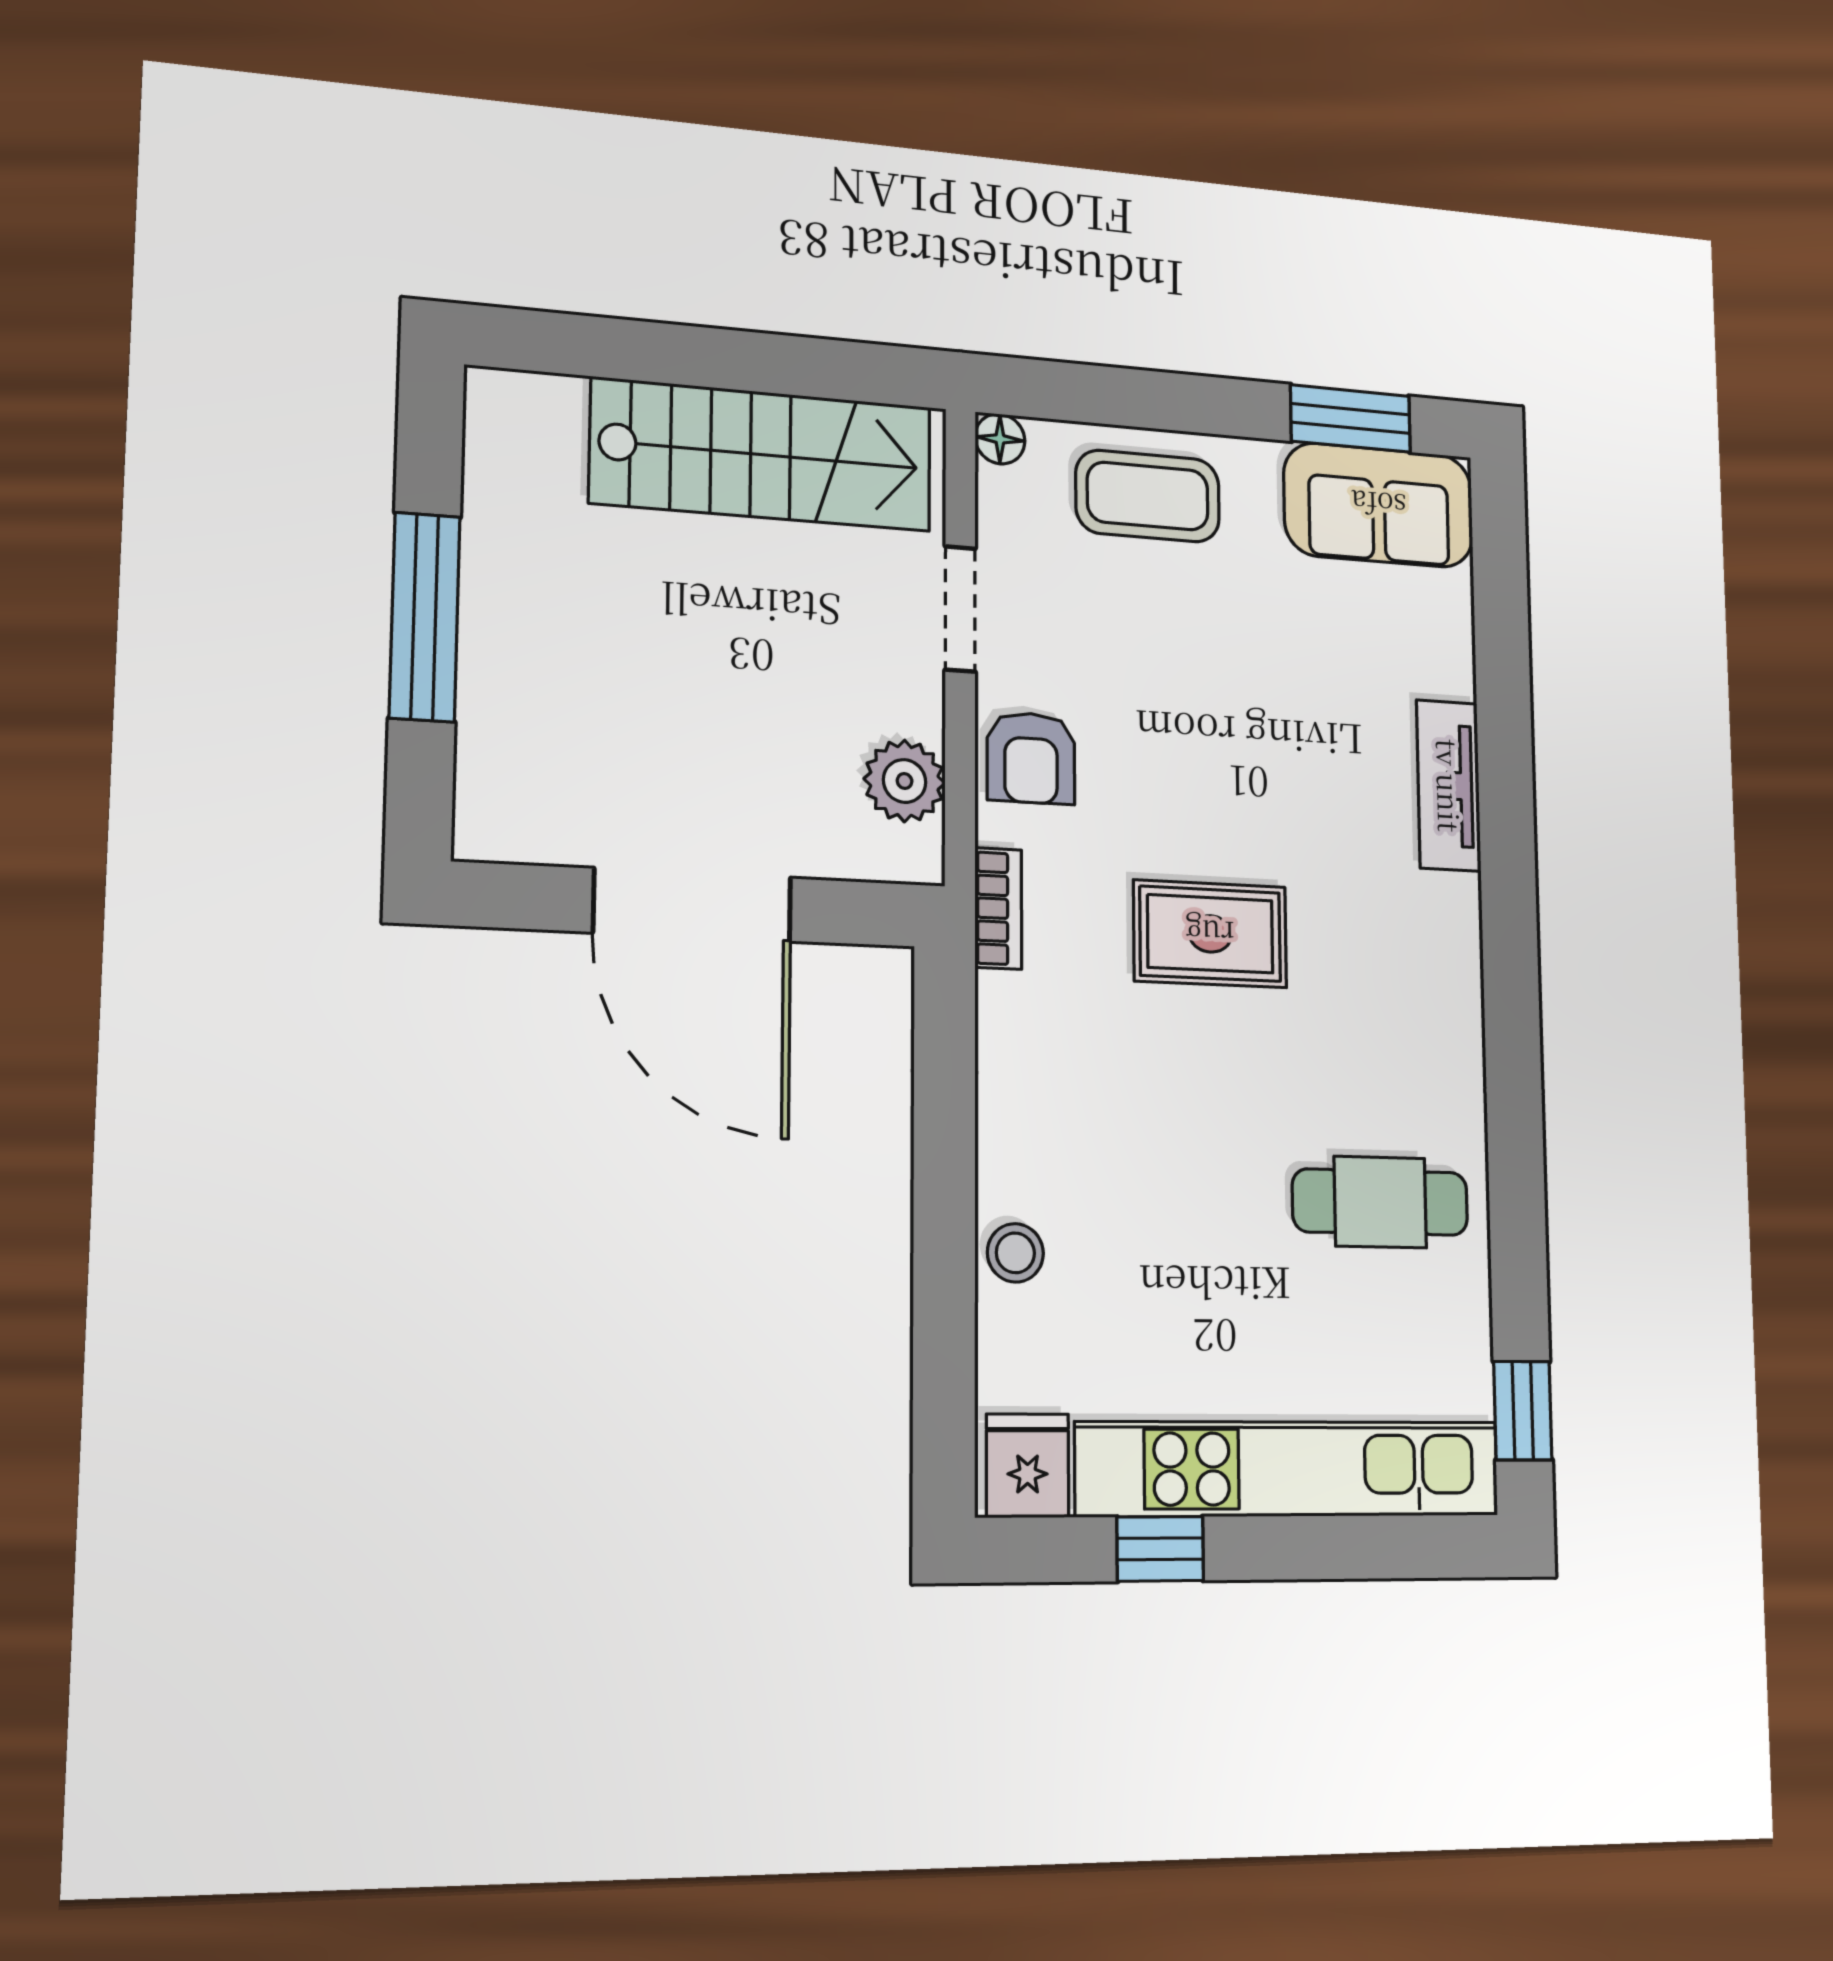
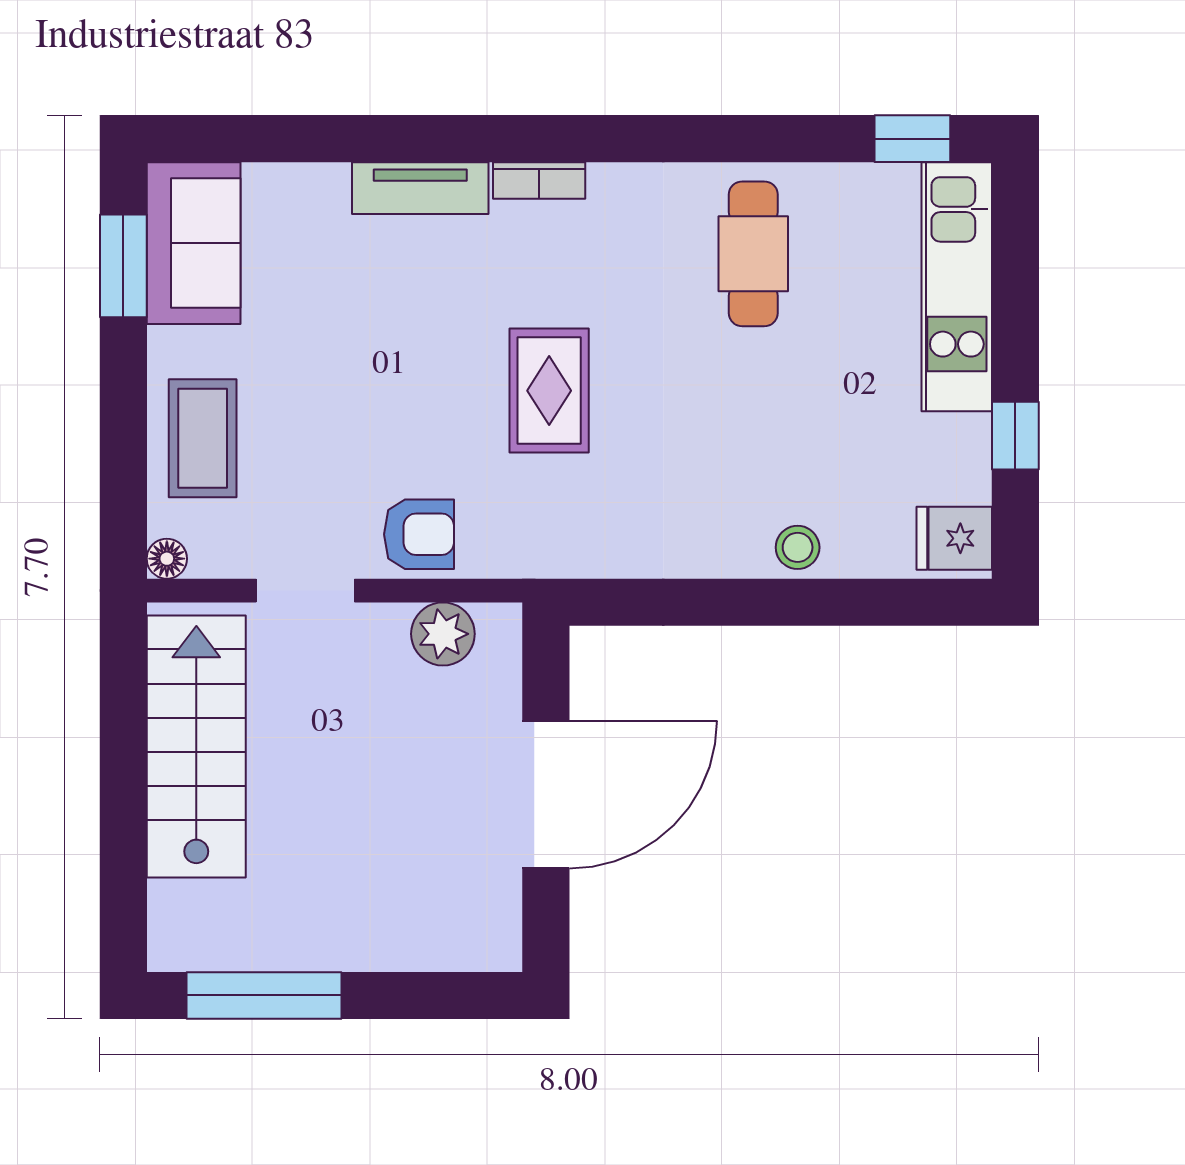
window: (425, 617) -> (264, 995), moved
bookcase: (998, 908) -> (539, 180), moved, turned 180
kitchen unit: (1290, 1469) -> (957, 287), width x0.73

